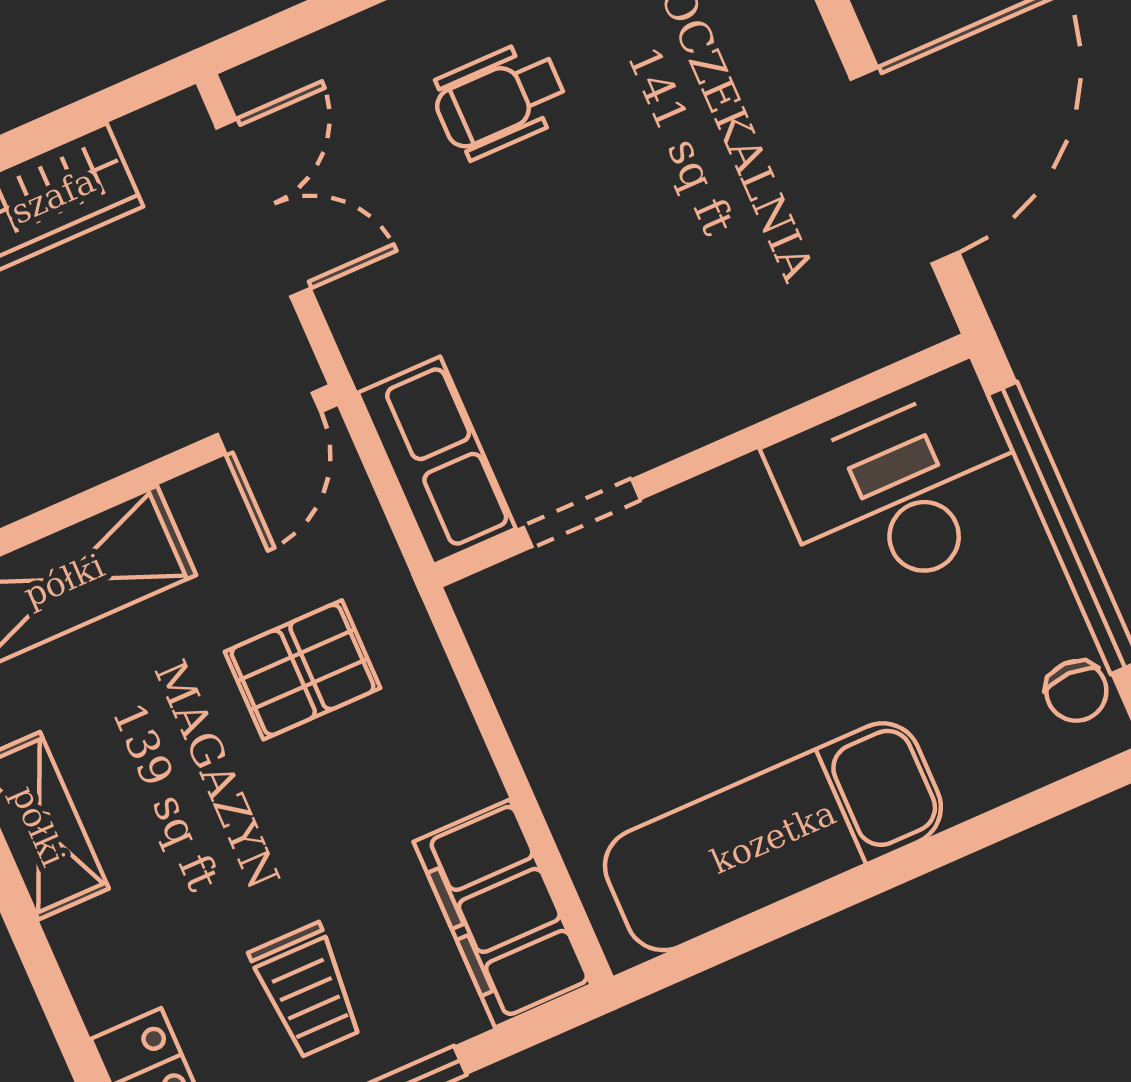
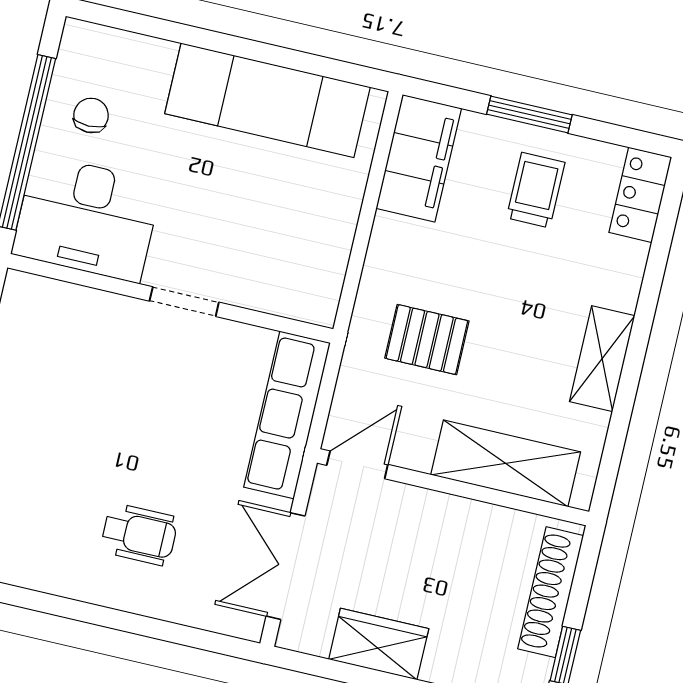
row of seats: (437, 461) -> (287, 415), width x1.48
doorway: (582, 513) -> (184, 302), moved
chair: (1076, 691) -> (91, 115), moved

